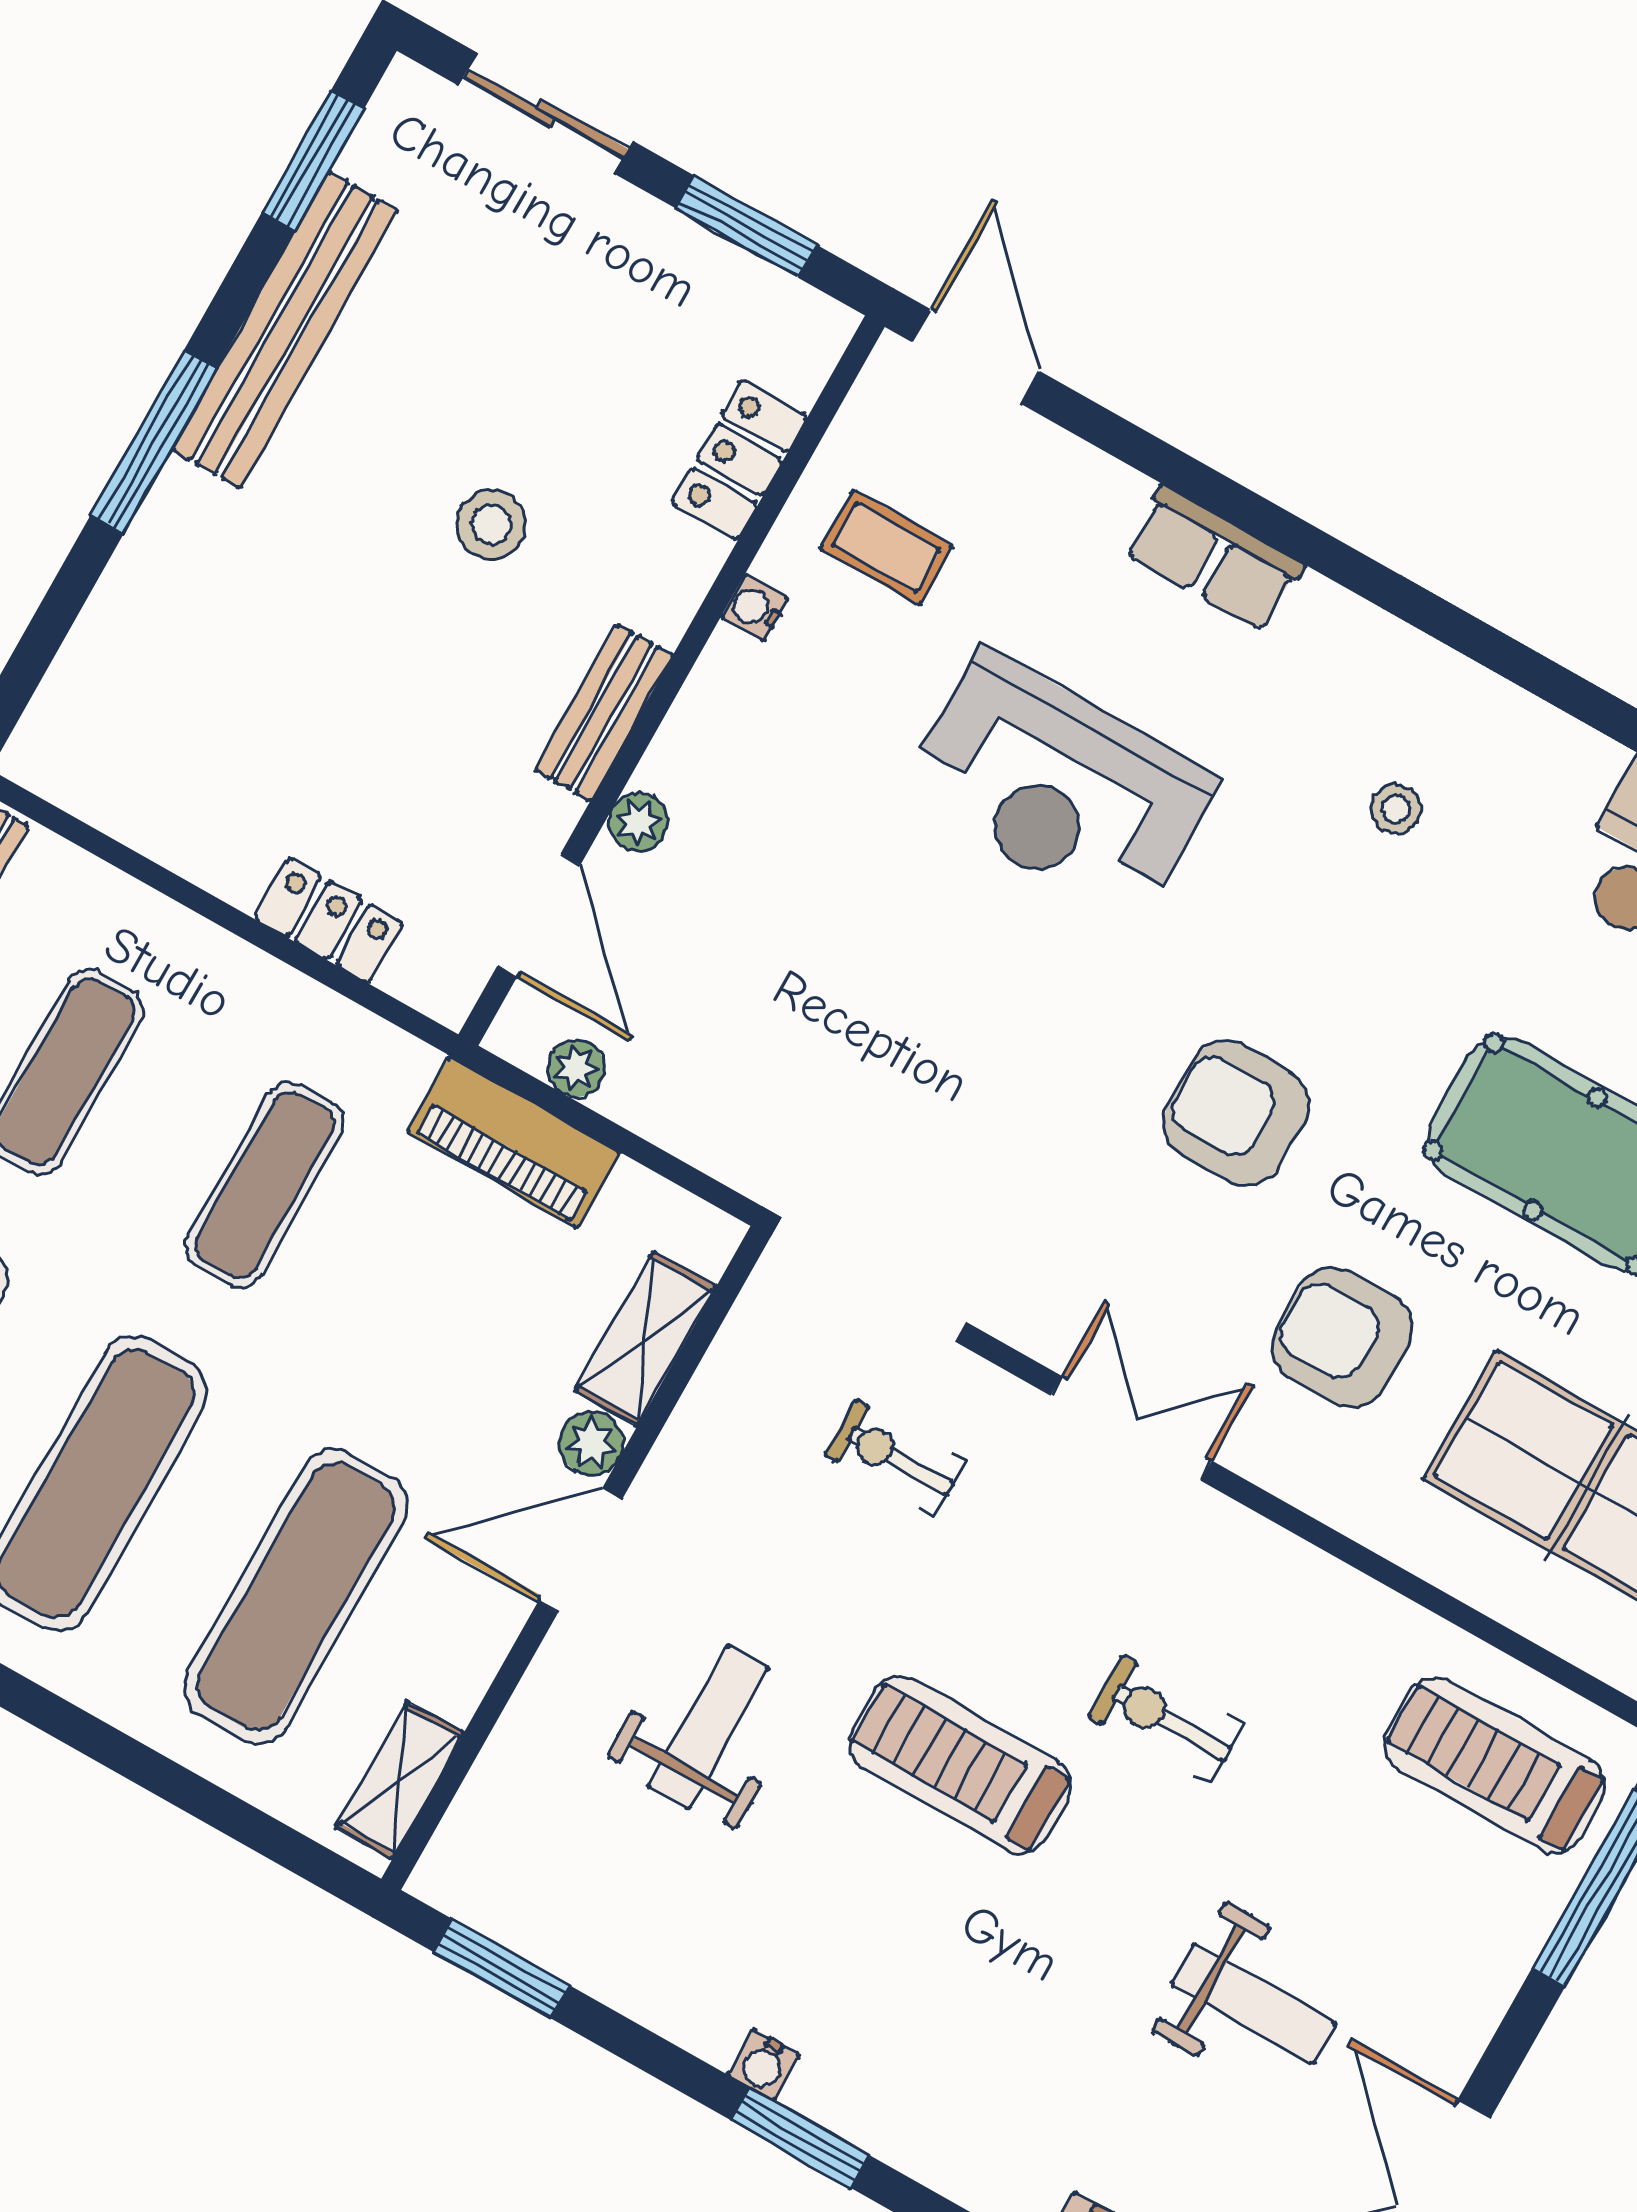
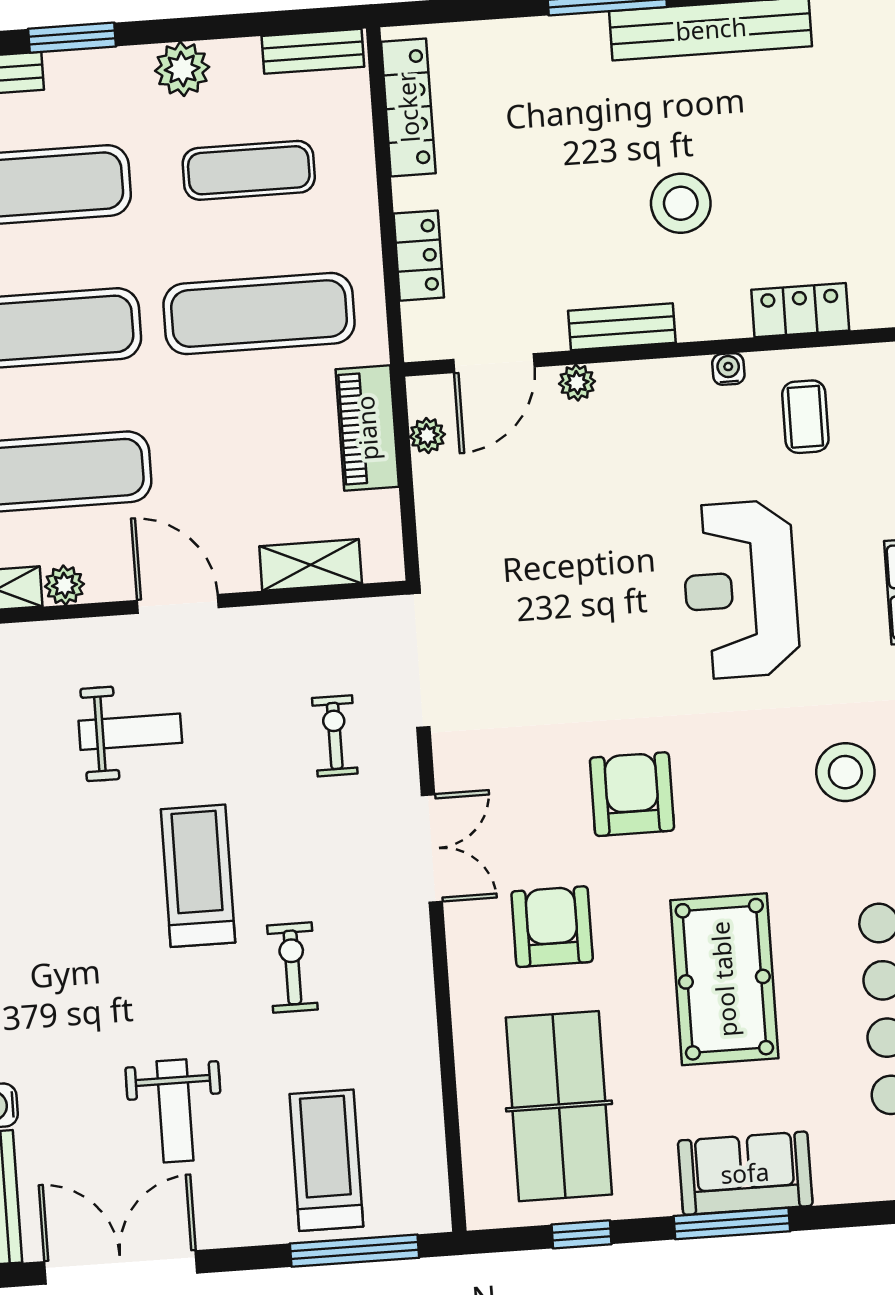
stool: (491, 524) -> (681, 203), width x1.38, depth x1.38
locker: (122, 803) -> (408, 107), added
stool: (1396, 809) -> (845, 772), width x1.89, depth x1.89
exercise mat: (265, 1185) -> (259, 314), width x1.36, depth x1.45
plant: (591, 1443) -> (64, 585), moved
treadmill: (1495, 1765) -> (326, 1160), moved

